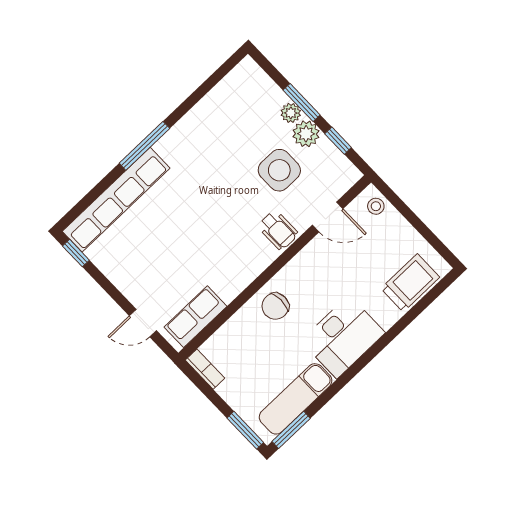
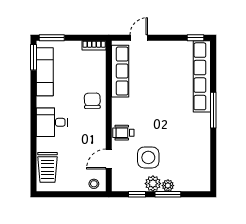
row of seats: (196, 317) -> (120, 71), width x1.48
desk: (343, 337) -> (52, 122), width x0.73

